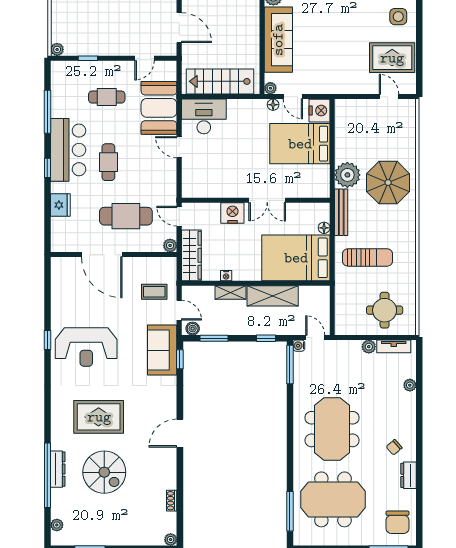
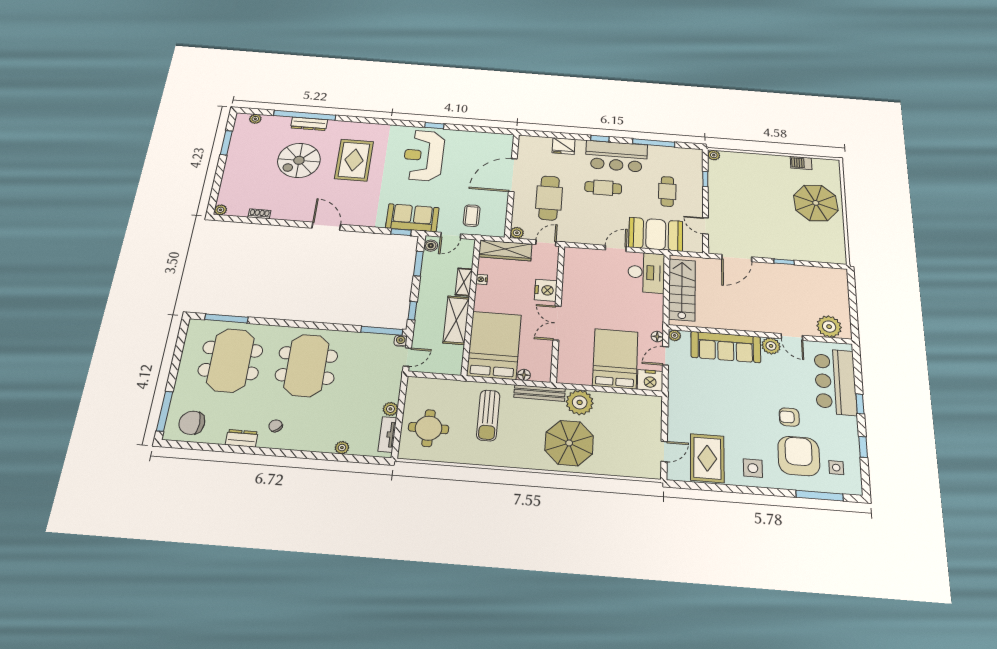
meeting table: (332, 429) -> (306, 365), turned 90

